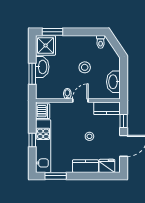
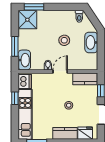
washbasin: (42, 67) -> (24, 60), moved
washbasin: (113, 82) -> (91, 42), moved
window: (32, 140) -> (15, 98), moved

